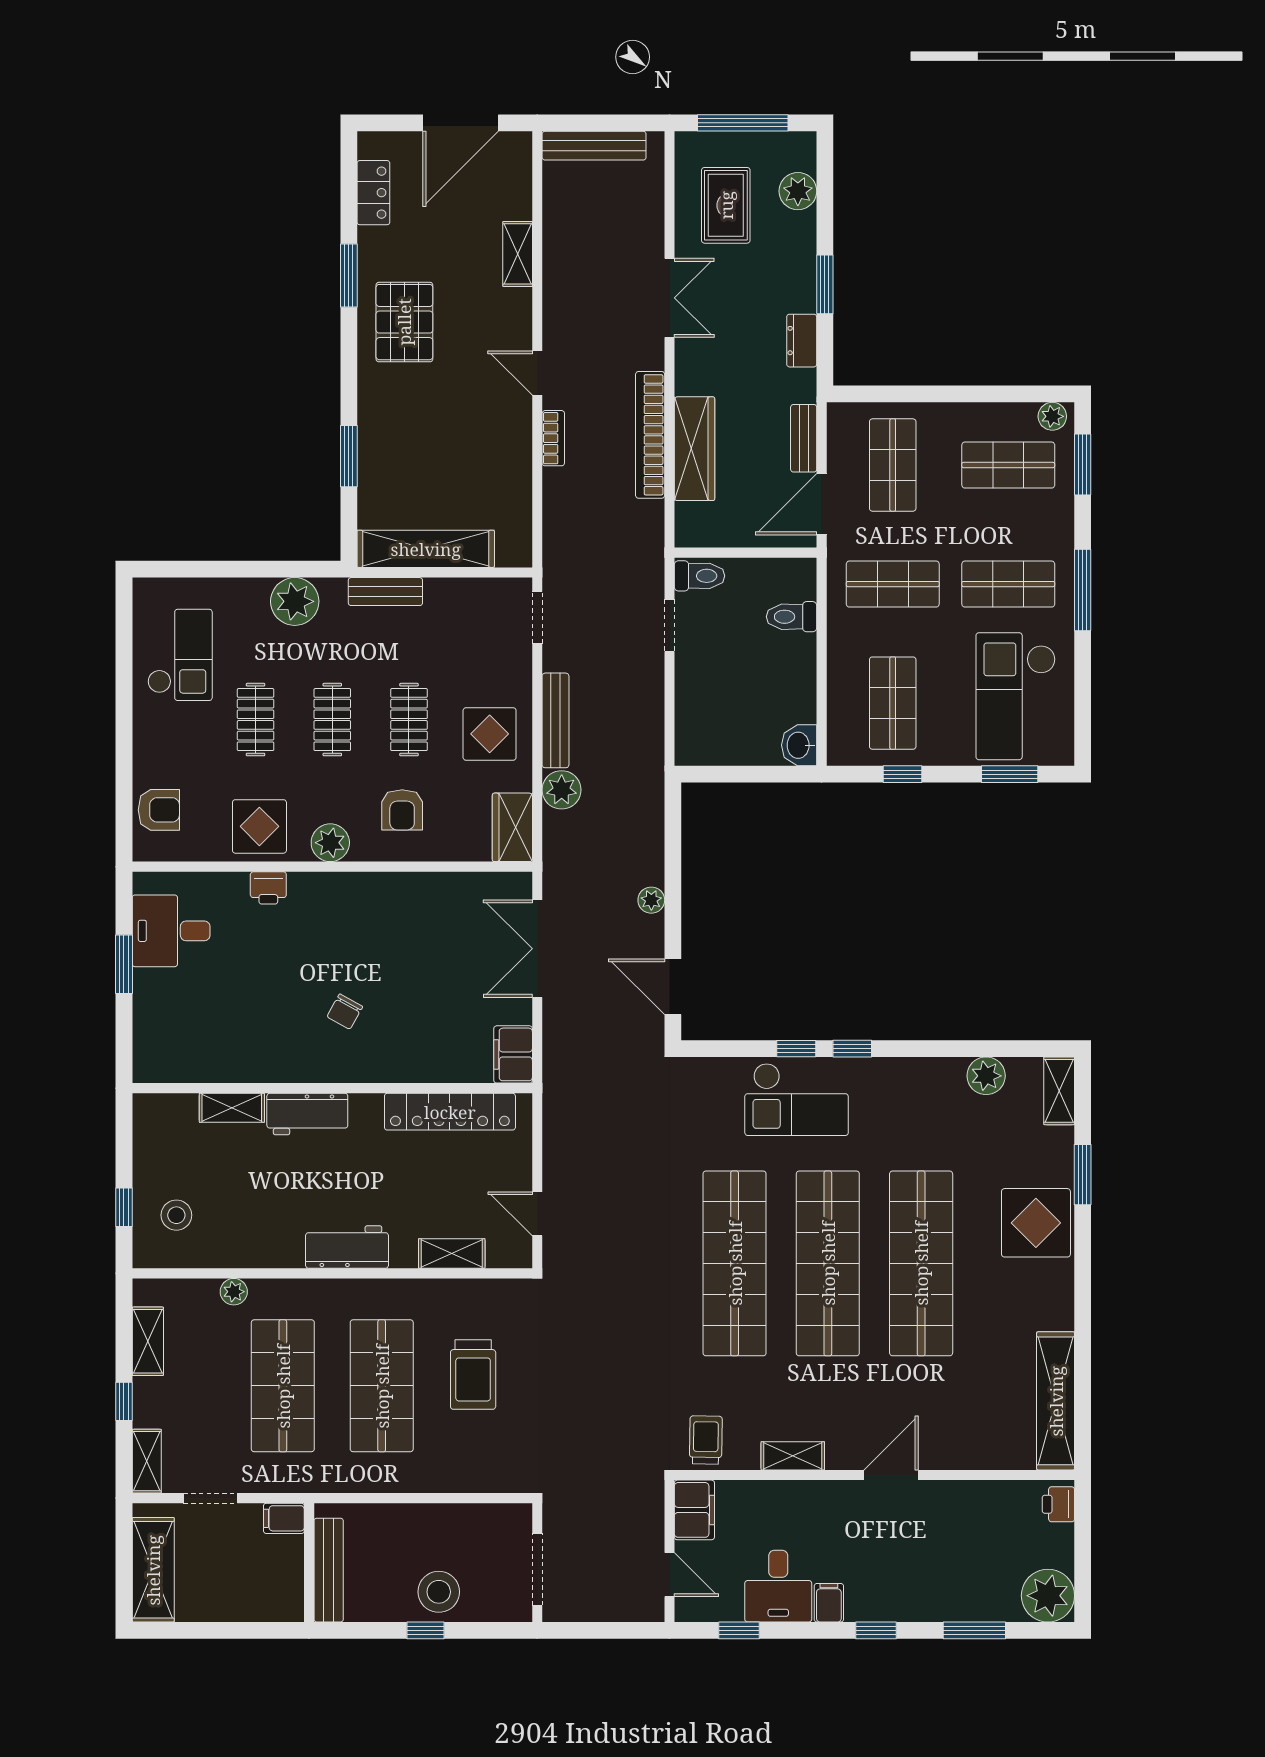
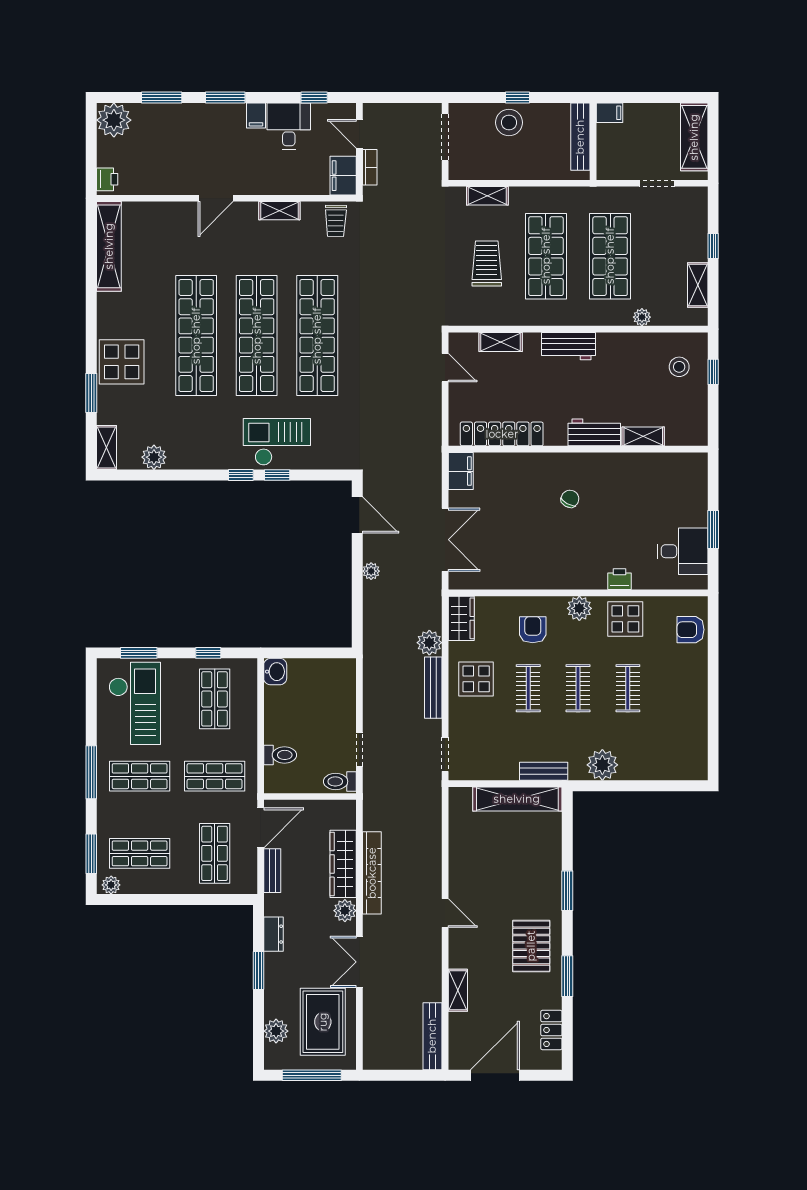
bench: (594, 146) -> (432, 1036), moved, turned 90
rug: (726, 205) -> (323, 1022), width x1.36, depth x1.43
plant: (692, 377) -> (345, 911), added
bookcase: (553, 438) -> (370, 167), moved, turned 180
window: (349, 456) -> (567, 891), moved
checkout: (180, 655) -> (677, 730), removed
shelving: (147, 1461) -> (487, 196), moved, turned 90
filing cabinet: (284, 1518) -> (609, 113), moved
window: (876, 1630) -> (225, 97), width x1.50

